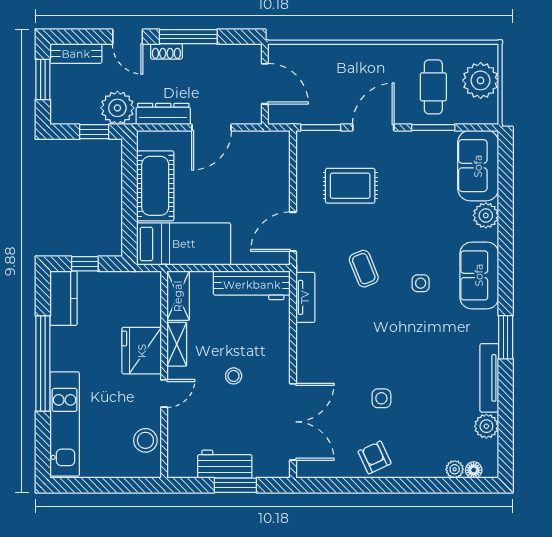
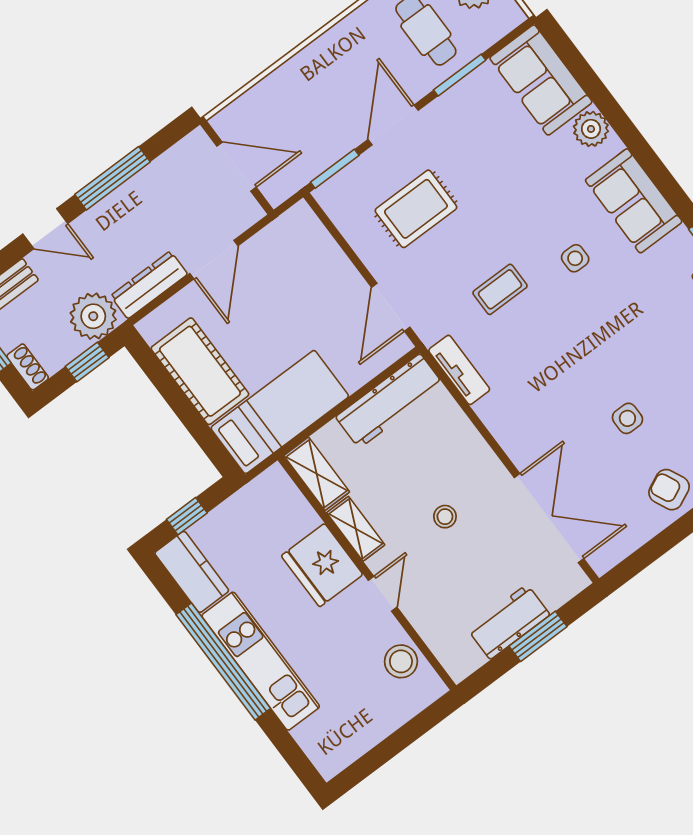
shoe rack: (166, 51) -> (28, 367), moved, turned -90
coffee table: (364, 269) -> (500, 289), turned -68
kitchen unit: (65, 424) -> (261, 661), moved

